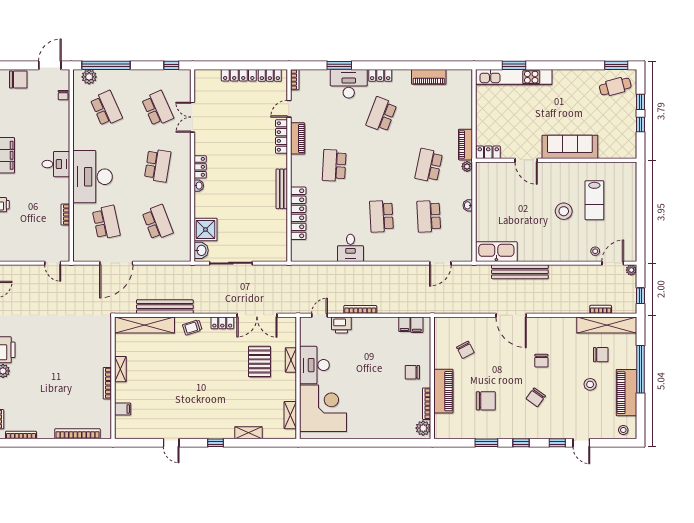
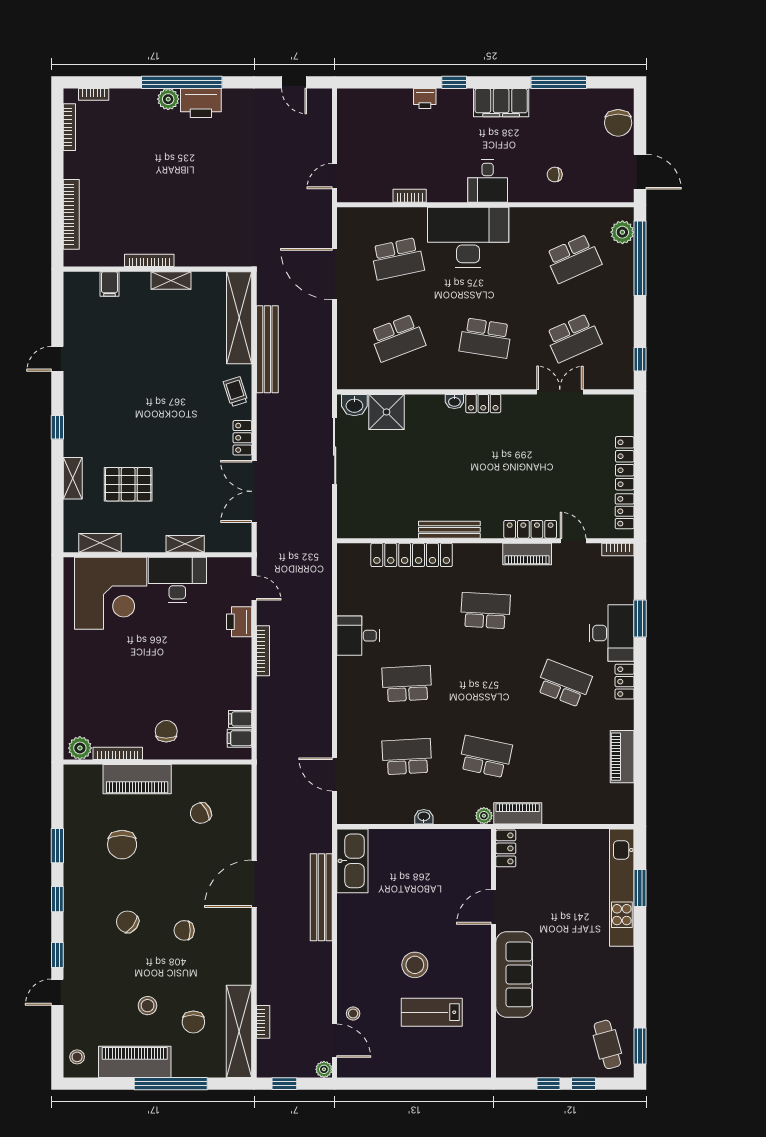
chair: (63, 95) -> (555, 175), moved
pallet: (260, 362) -> (128, 484), moved

